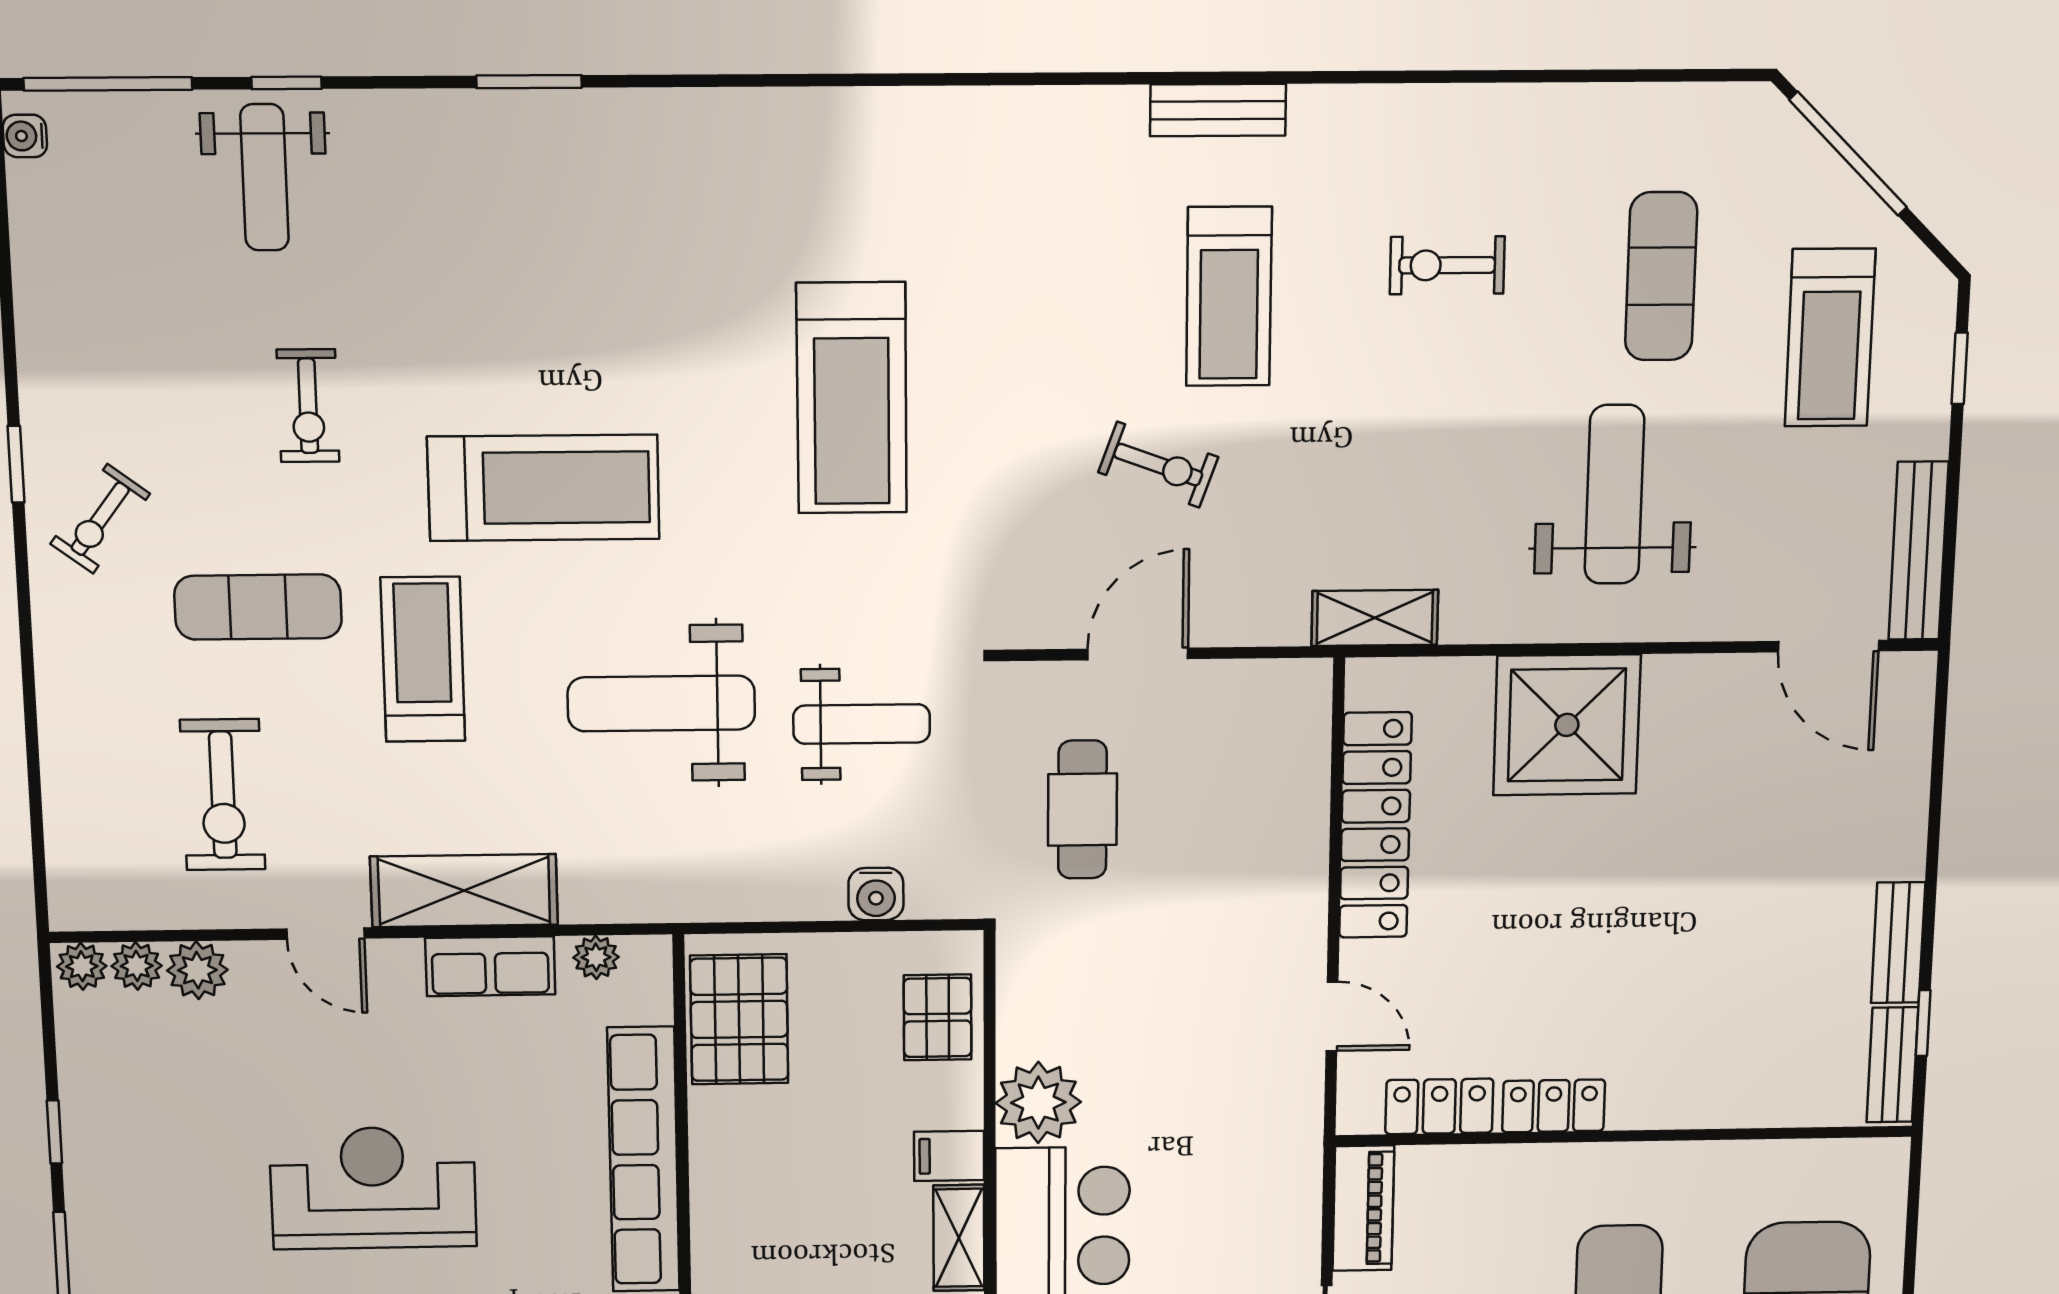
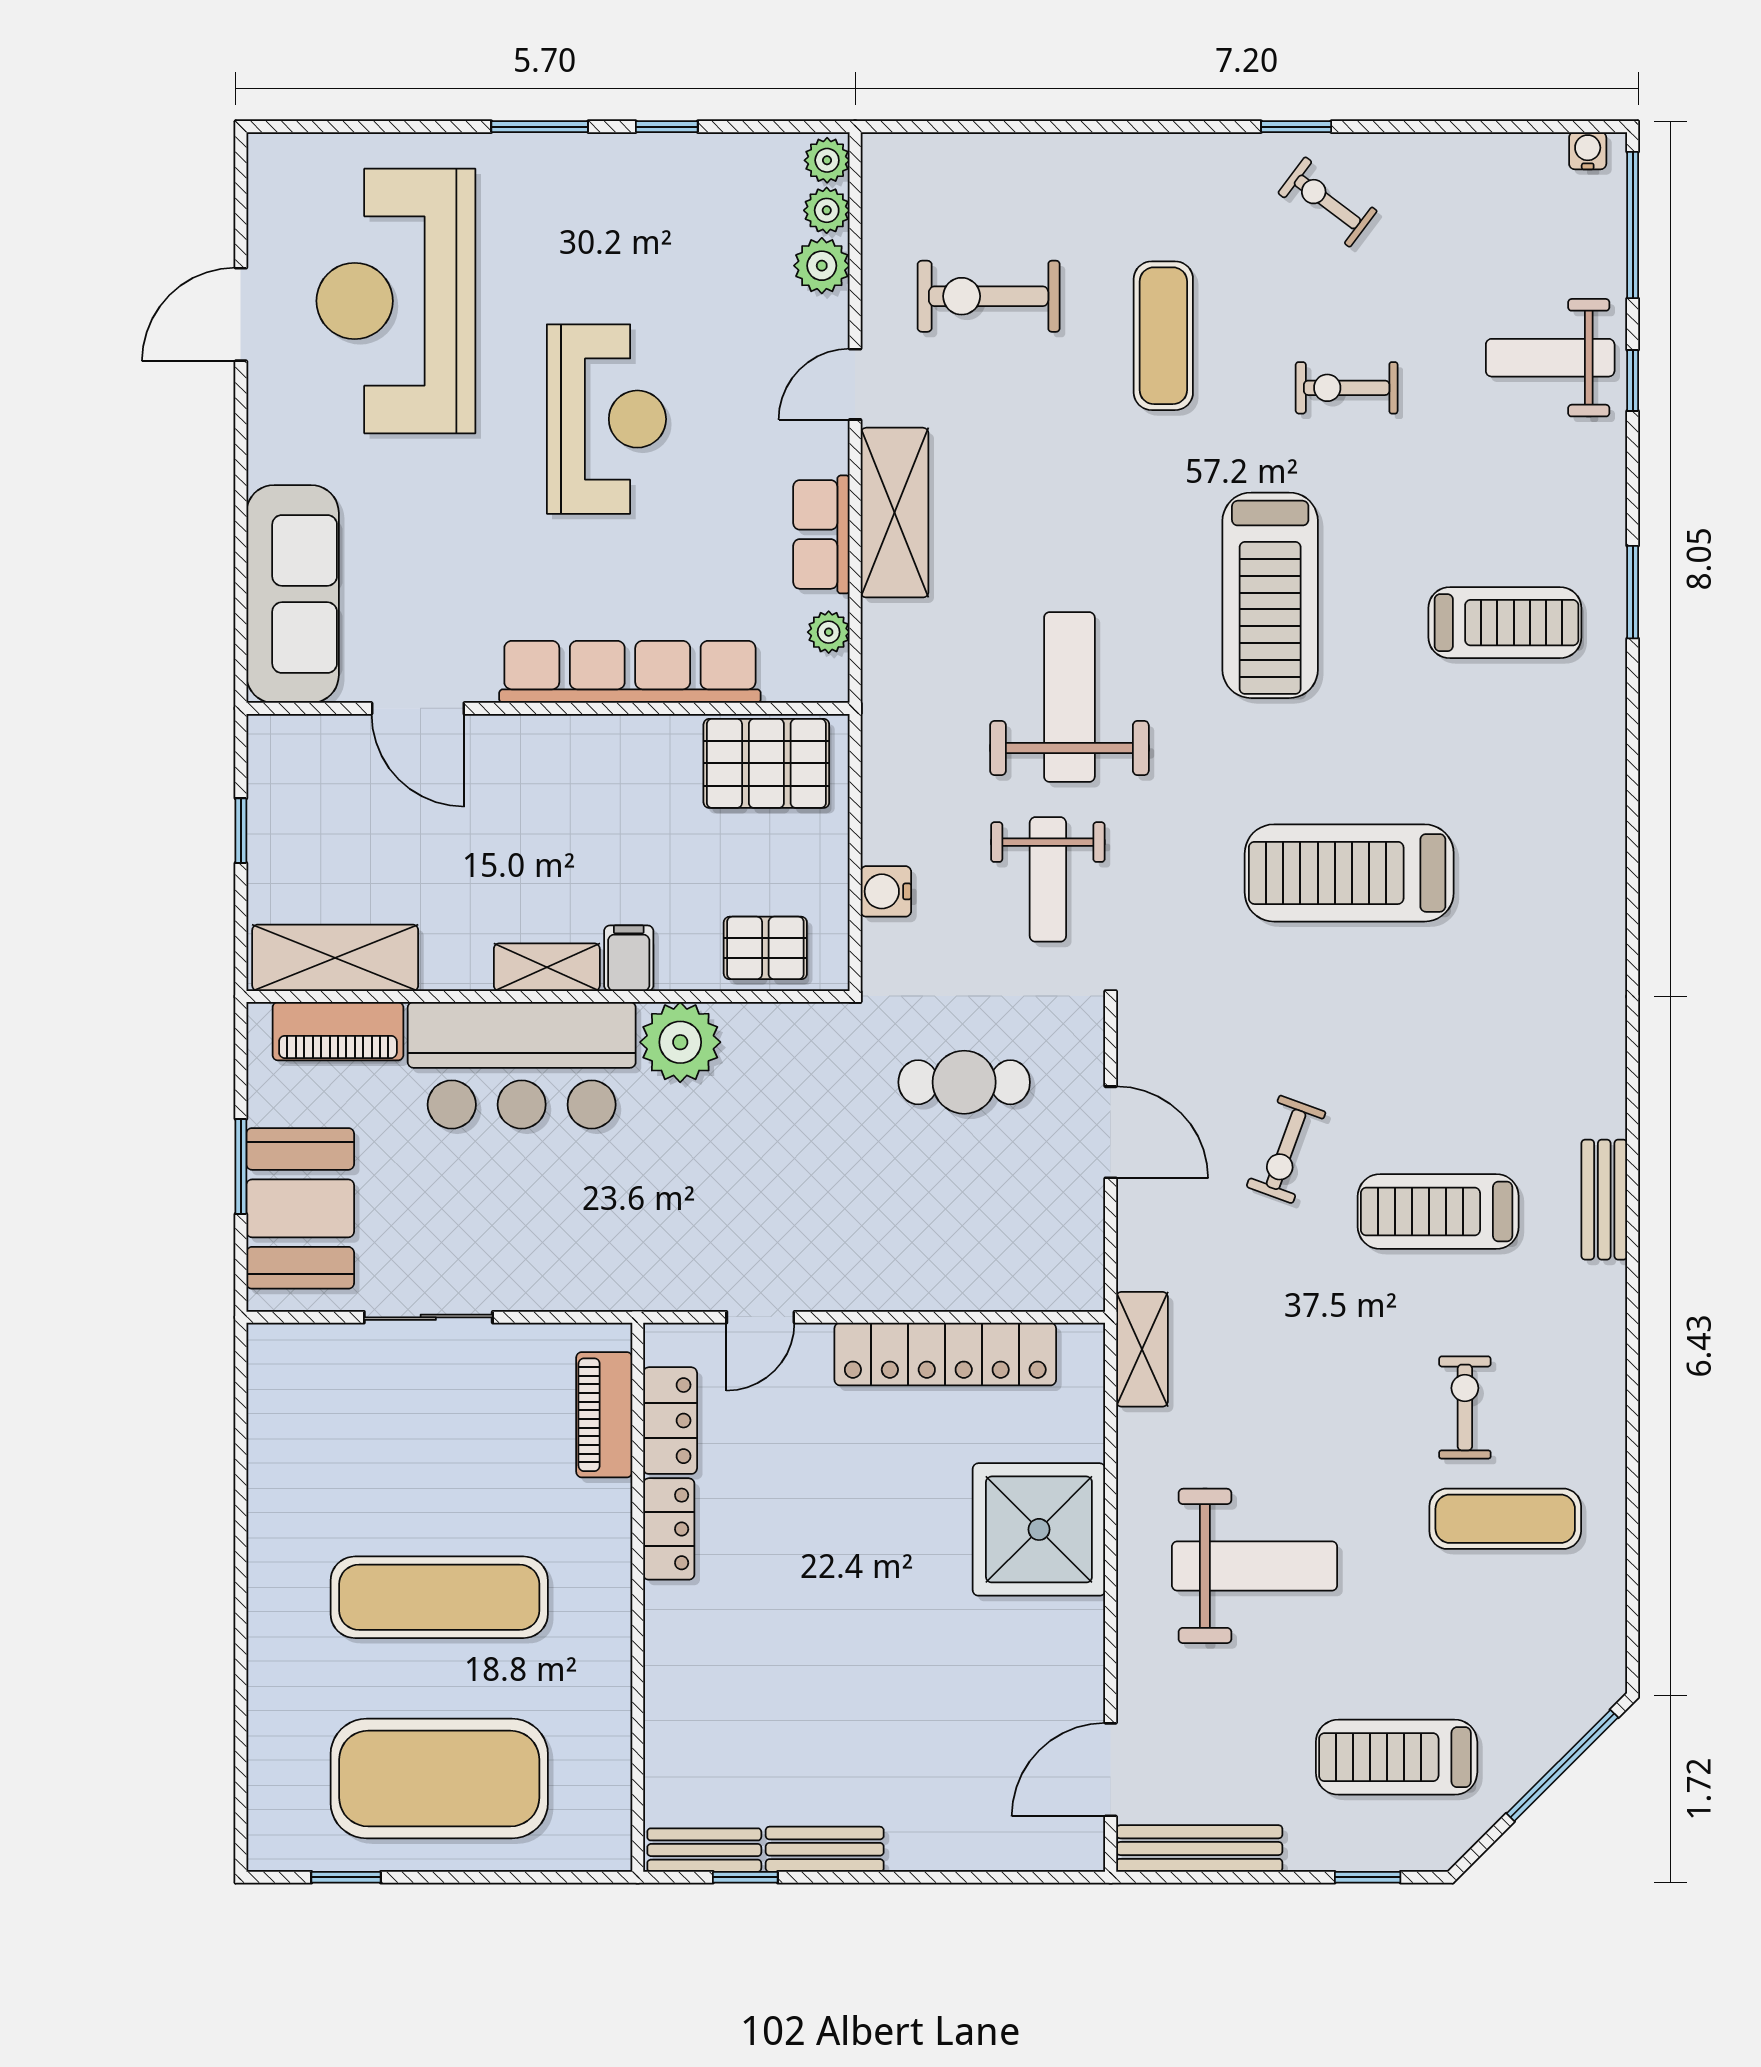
exercise mat: (1661, 276) -> (1505, 1519), moved
exercise bike: (100, 519) -> (1327, 202), moved
treadmill: (423, 659) -> (1505, 623), moved
piano: (1363, 1208) -> (604, 1415), moved, turned 90

